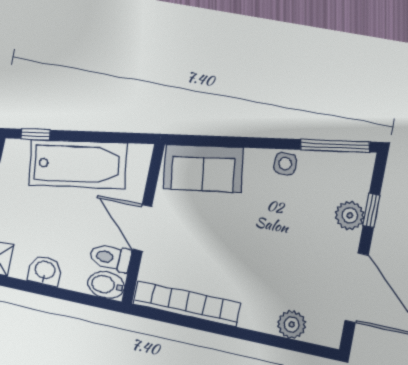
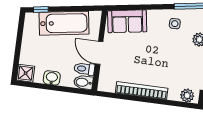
side table: (285, 164) -> (175, 24), moved
bookcase: (187, 304) -> (142, 91), moved
plant: (292, 324) -> (187, 95), moved

